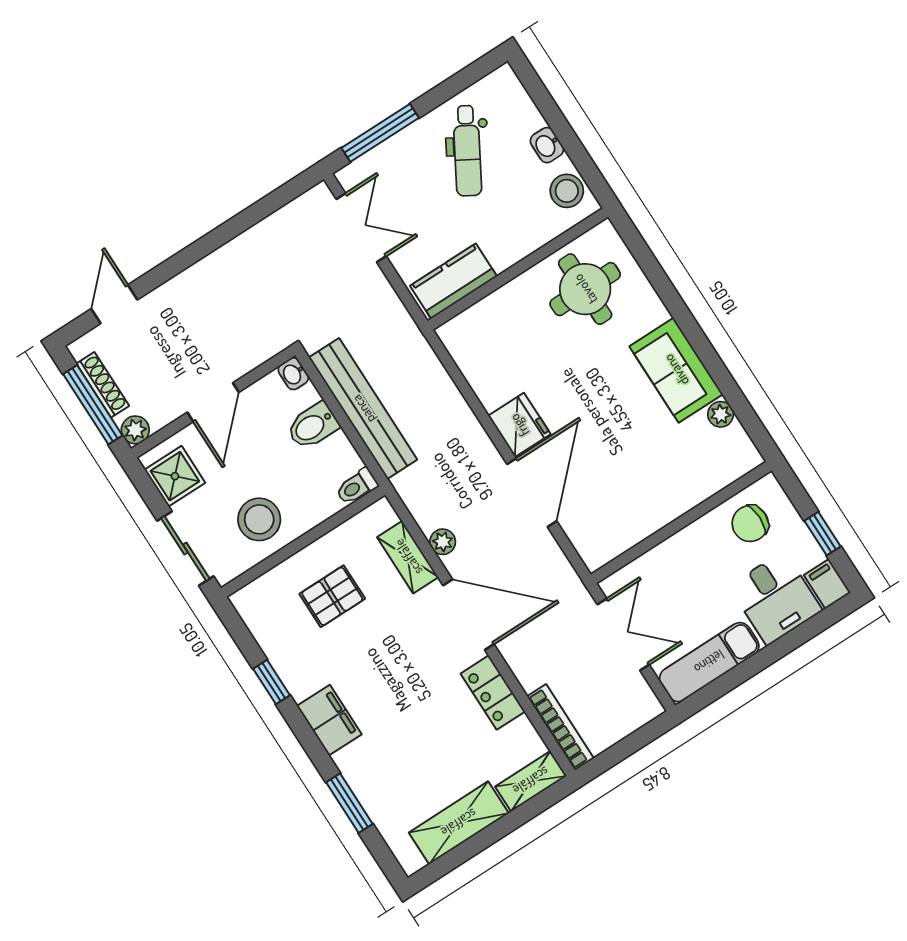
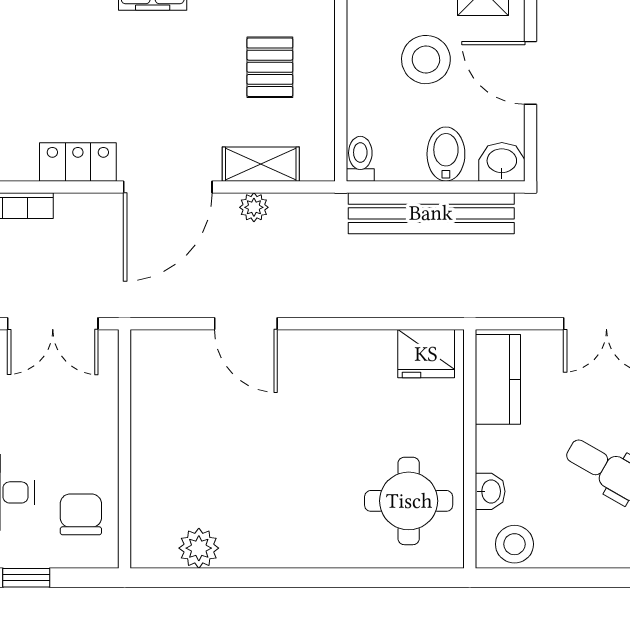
washbasin: (547, 145) -> (490, 491), moved, turned 90
sofa: (676, 370) -> (274, 538), removed
washbasin: (293, 374) -> (502, 162), width x1.38, depth x1.45
plant: (721, 414) -> (199, 548), width x1.38, depth x1.38
fridge: (519, 425) -> (426, 354), moved
door: (532, 493) -> (246, 324), width x0.73
stool: (259, 519) -> (426, 60), moved

